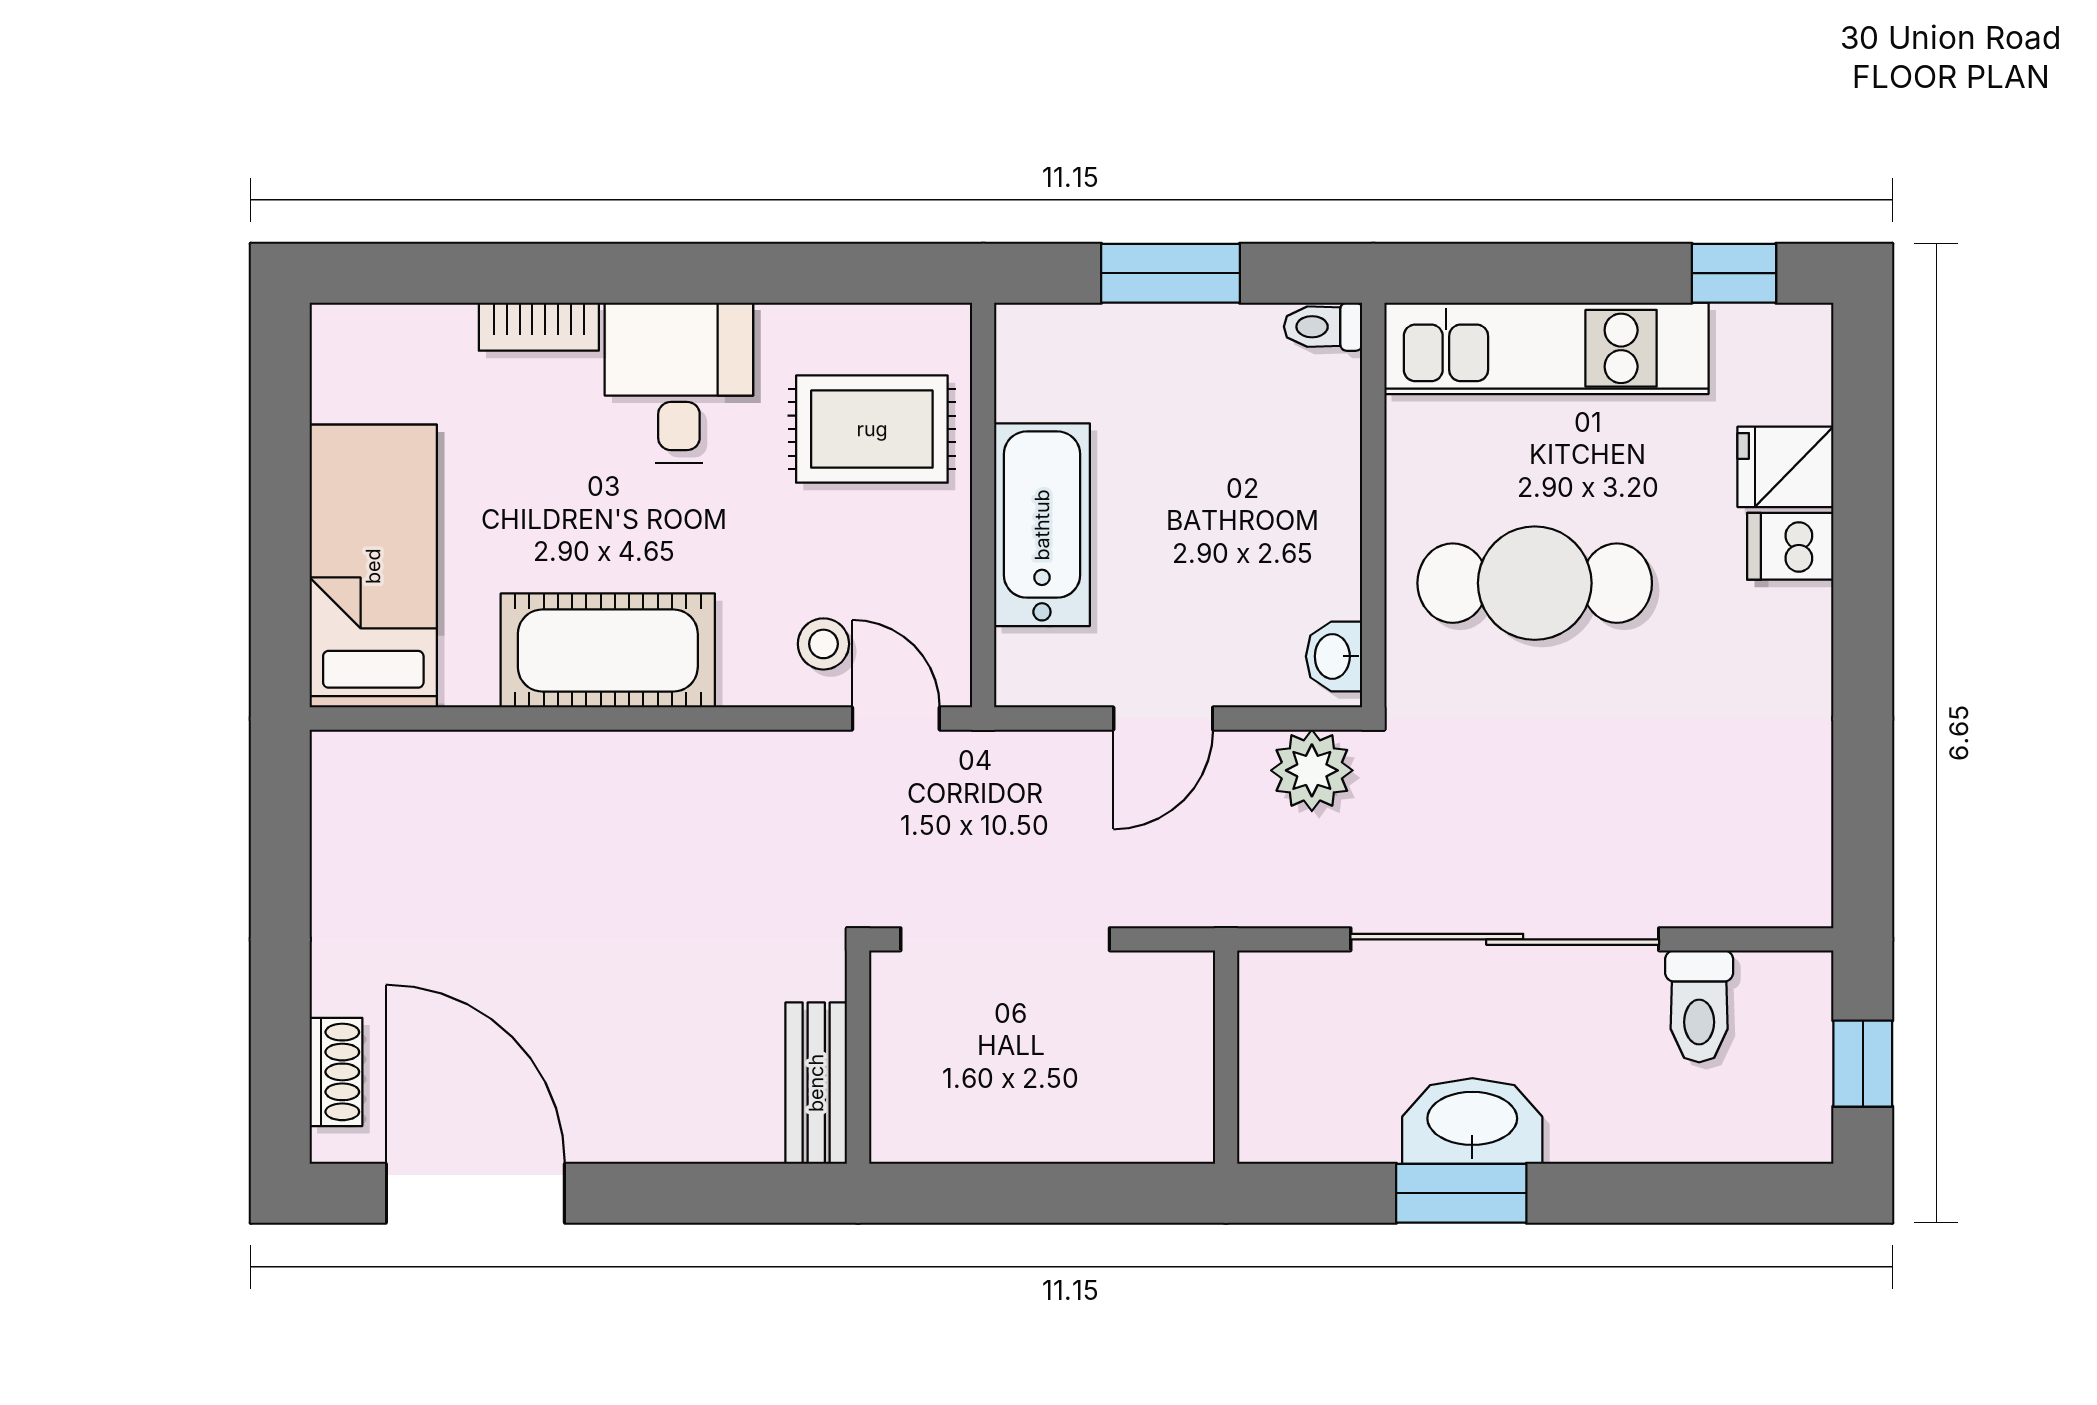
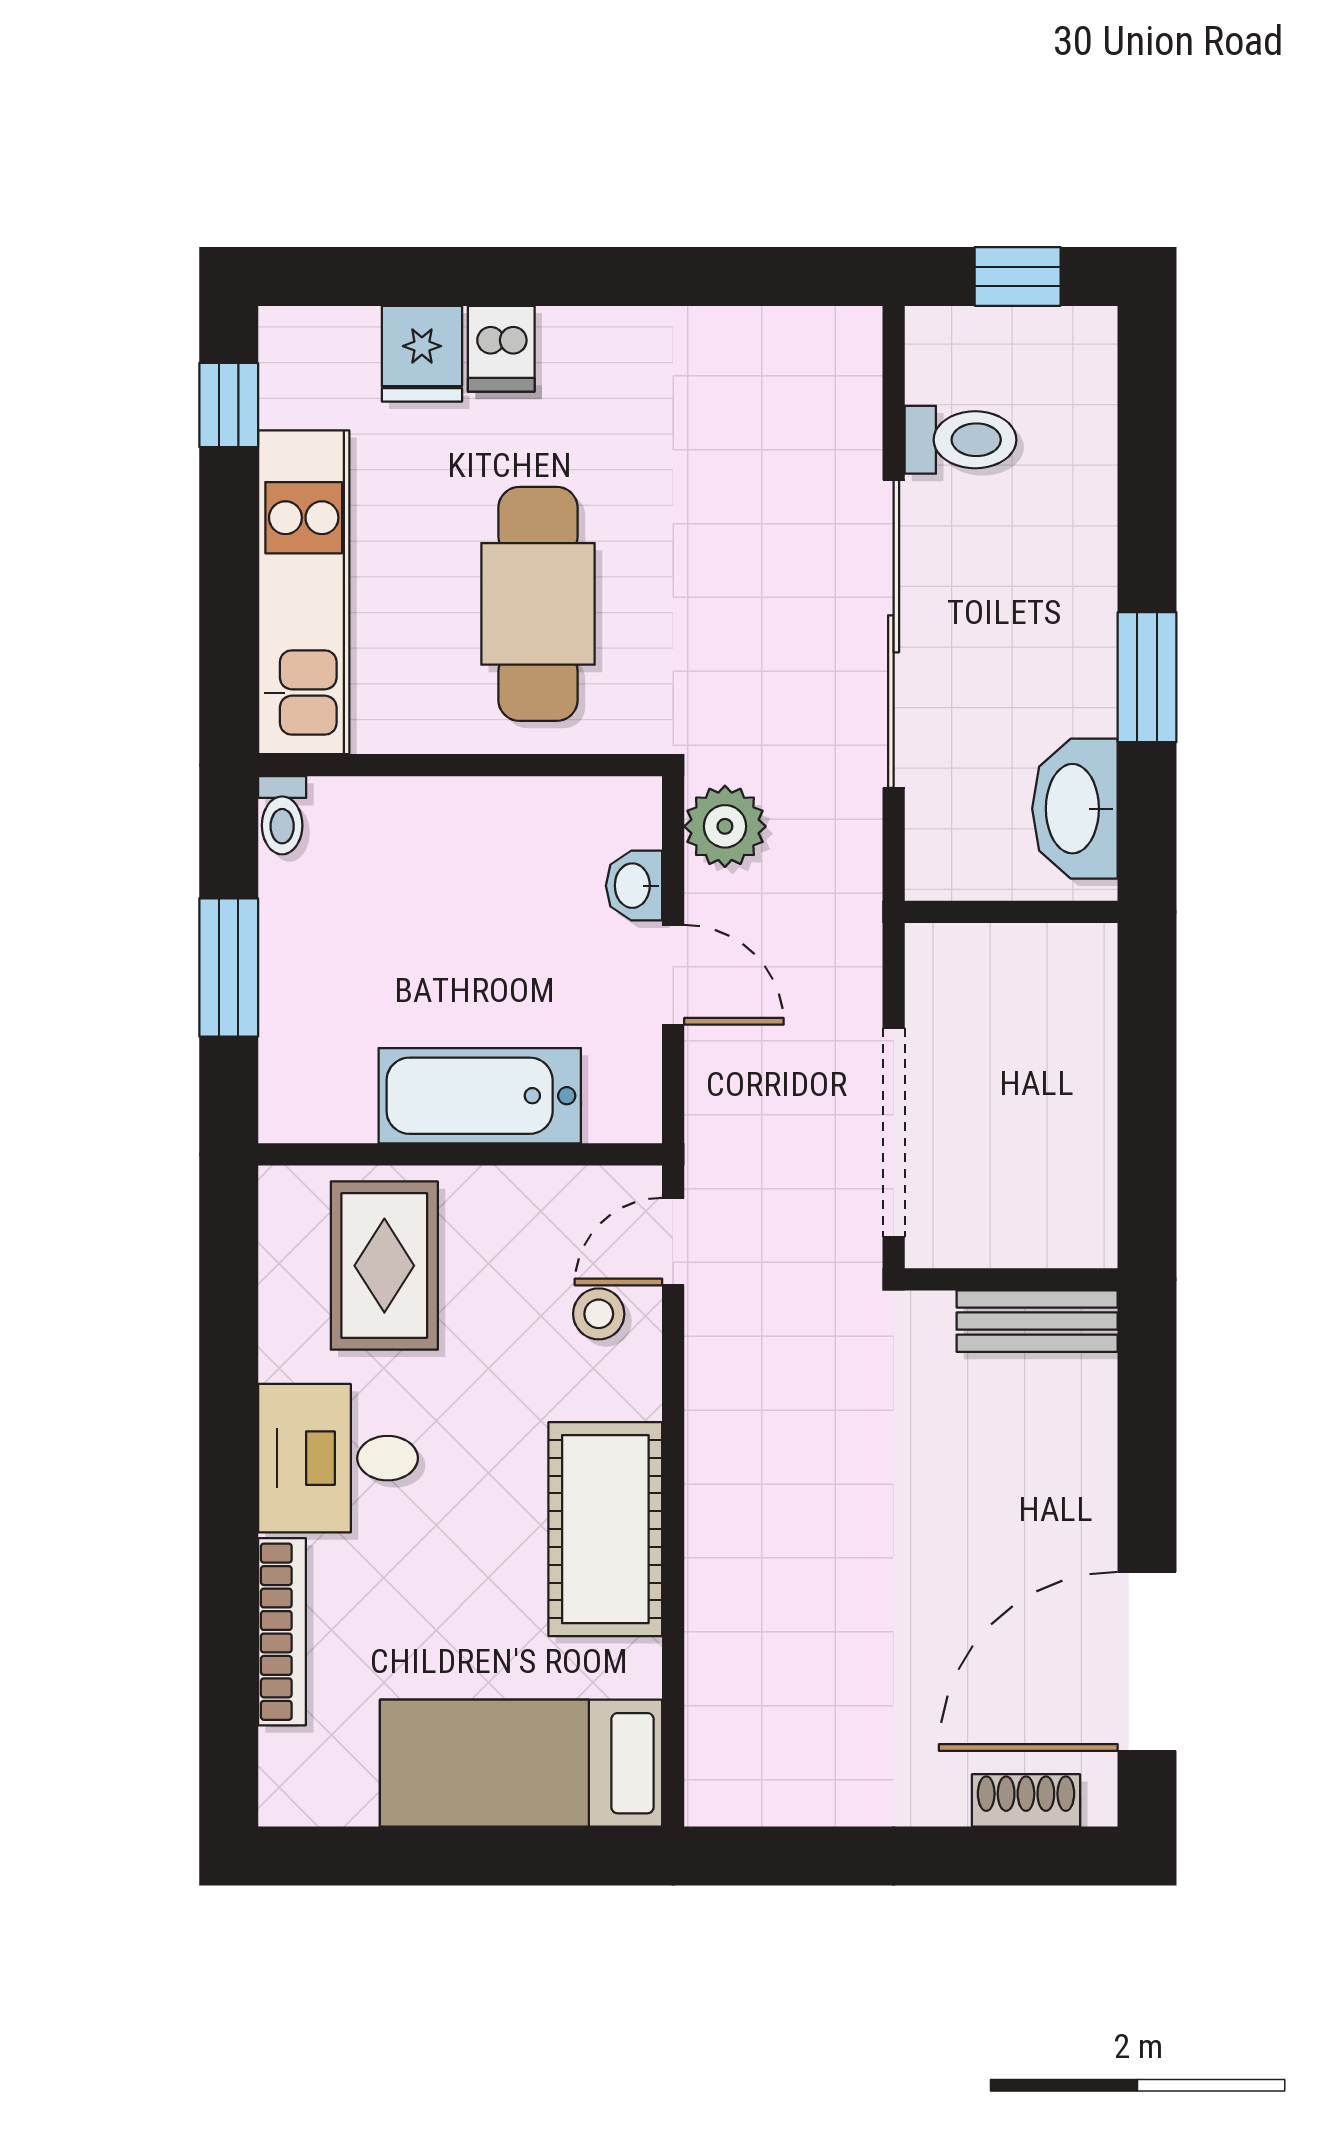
bookcase: (539, 327) -> (282, 1632), width x1.56
washbasin: (1334, 656) -> (634, 886), moved, turned 90
washbasin: (1472, 1121) -> (1075, 809), moved

